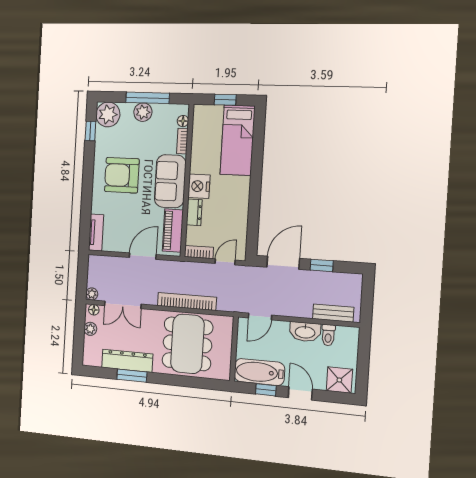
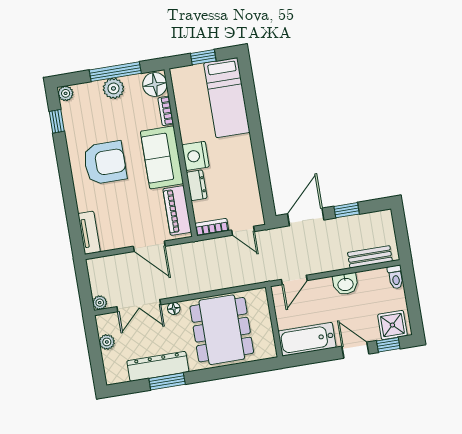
plant: (108, 114) -> (66, 93), width x0.53, depth x0.53
floor lamp: (183, 121) -> (155, 84), width x1.89, depth x1.89
armchair: (122, 175) -> (105, 163), turned 180
door: (143, 256) -> (149, 246), swing flipped
door: (225, 262) -> (243, 231), swing flipped
bookcase: (187, 301) -> (211, 284), removed
floor lamp: (94, 310) -> (174, 308), moved
washbasin: (305, 332) -> (345, 284), width x0.72
toilet: (328, 335) -> (396, 277), moved
window: (266, 390) -> (388, 345), moved

